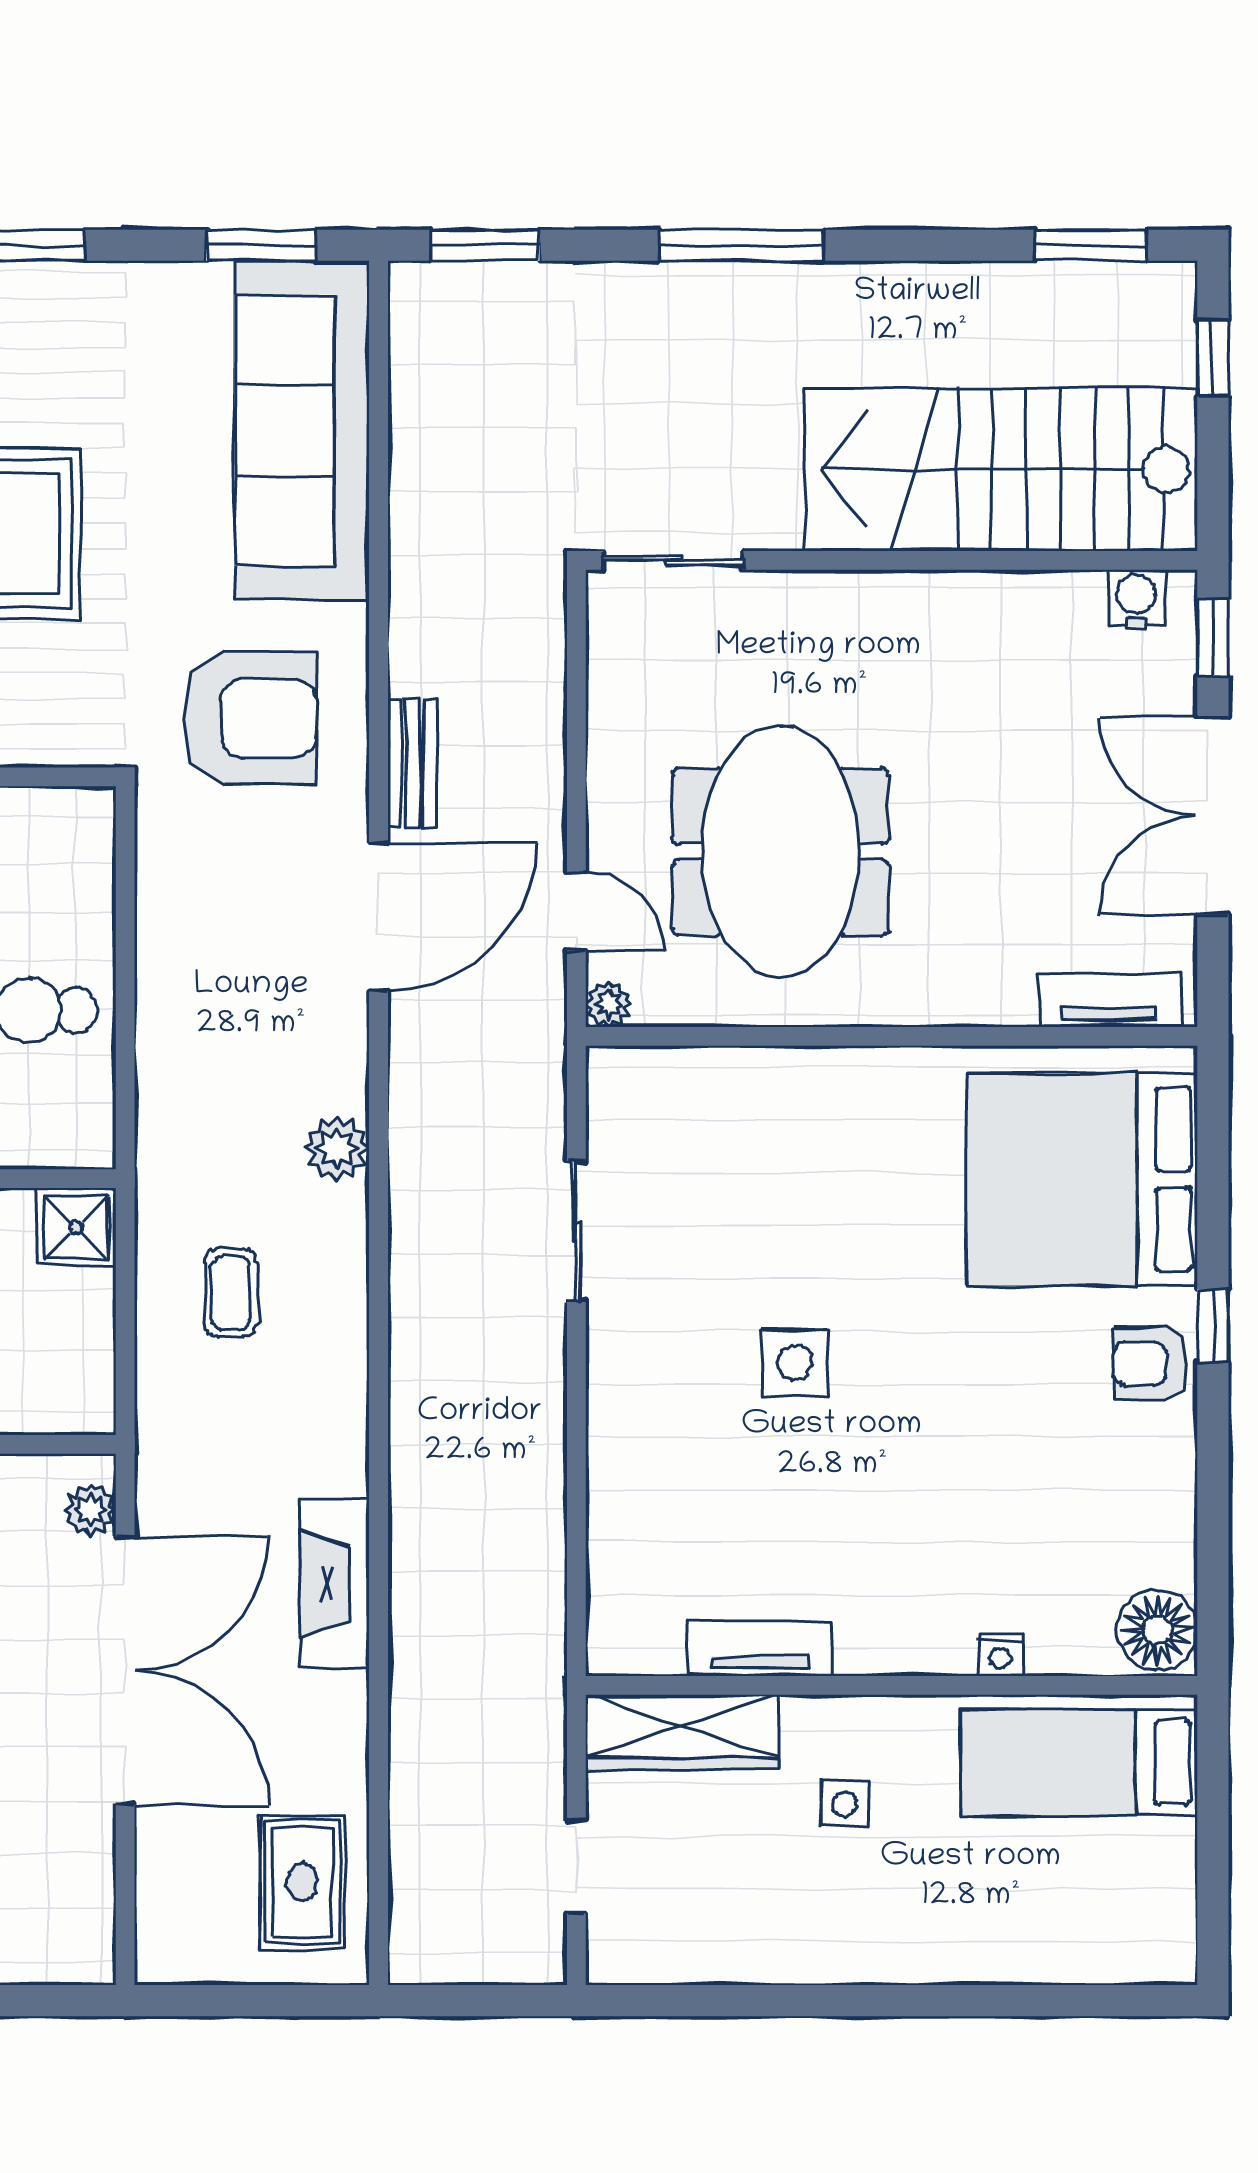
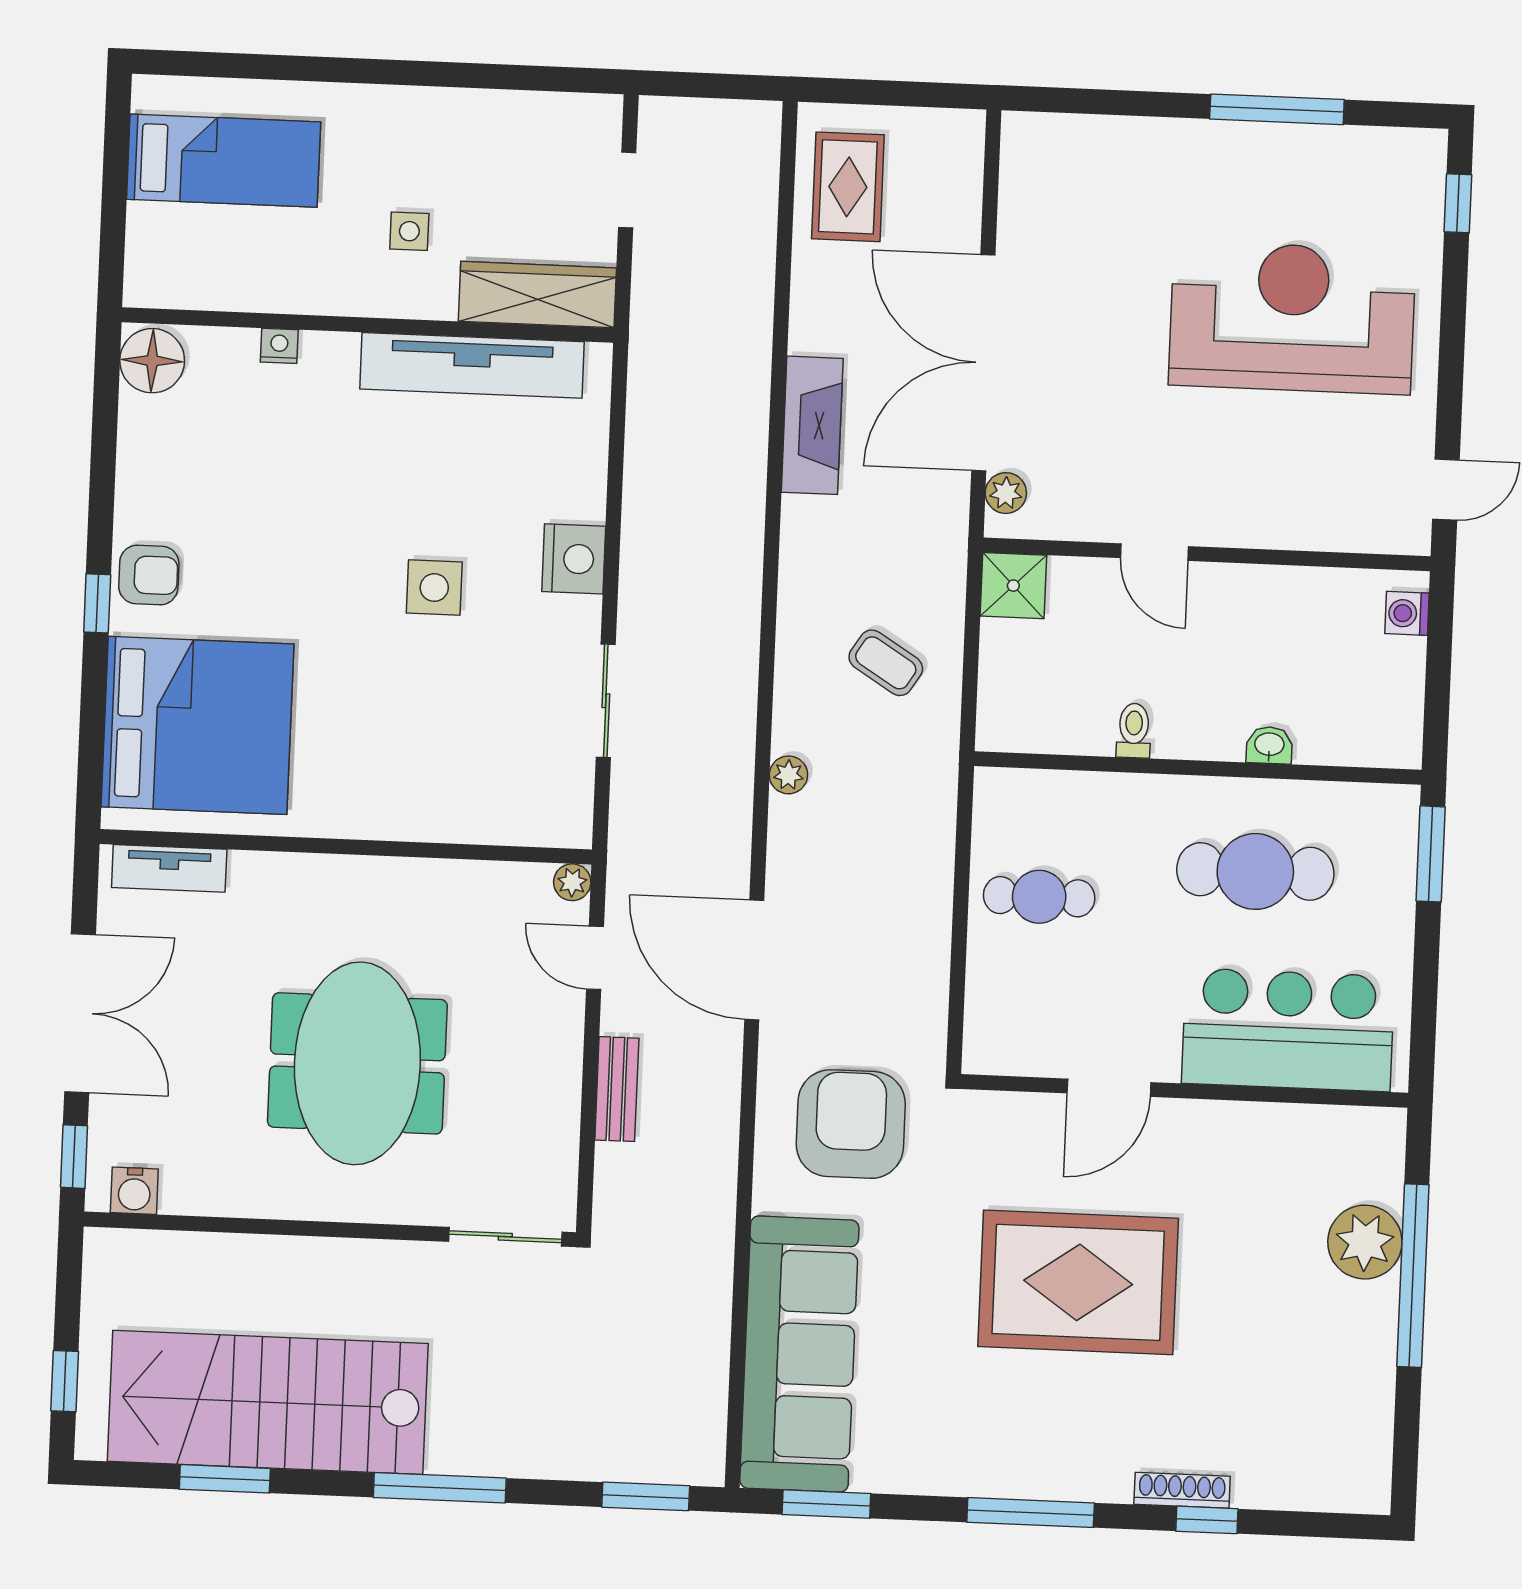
window: (1091, 245) -> (225, 1479), moved
stairs: (1001, 469) -> (268, 1402), moved, turned 180
armchair: (250, 718) -> (851, 1124), turned 90
bench: (412, 764) -> (617, 1089), moved
meeting table: (780, 852) -> (357, 1063), moved
door: (378, 917) -> (754, 960), hinge flipped
plant: (337, 1149) -> (788, 775), width x0.73, depth x0.73
shower: (76, 1227) -> (1013, 586), moved
coffee table: (231, 1293) -> (886, 663), turned -58
nightstand: (623, 1406) -> (574, 559), added
tv unit: (760, 1649) -> (472, 365), width x1.92, depth x1.29
bed: (1079, 1763) -> (224, 161), moved

